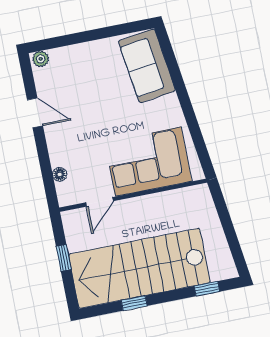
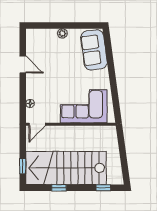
plant: (41, 59) -> (62, 33), moved
door: (100, 202) -> (37, 124), moved
window: (64, 258) -> (23, 166), moved

